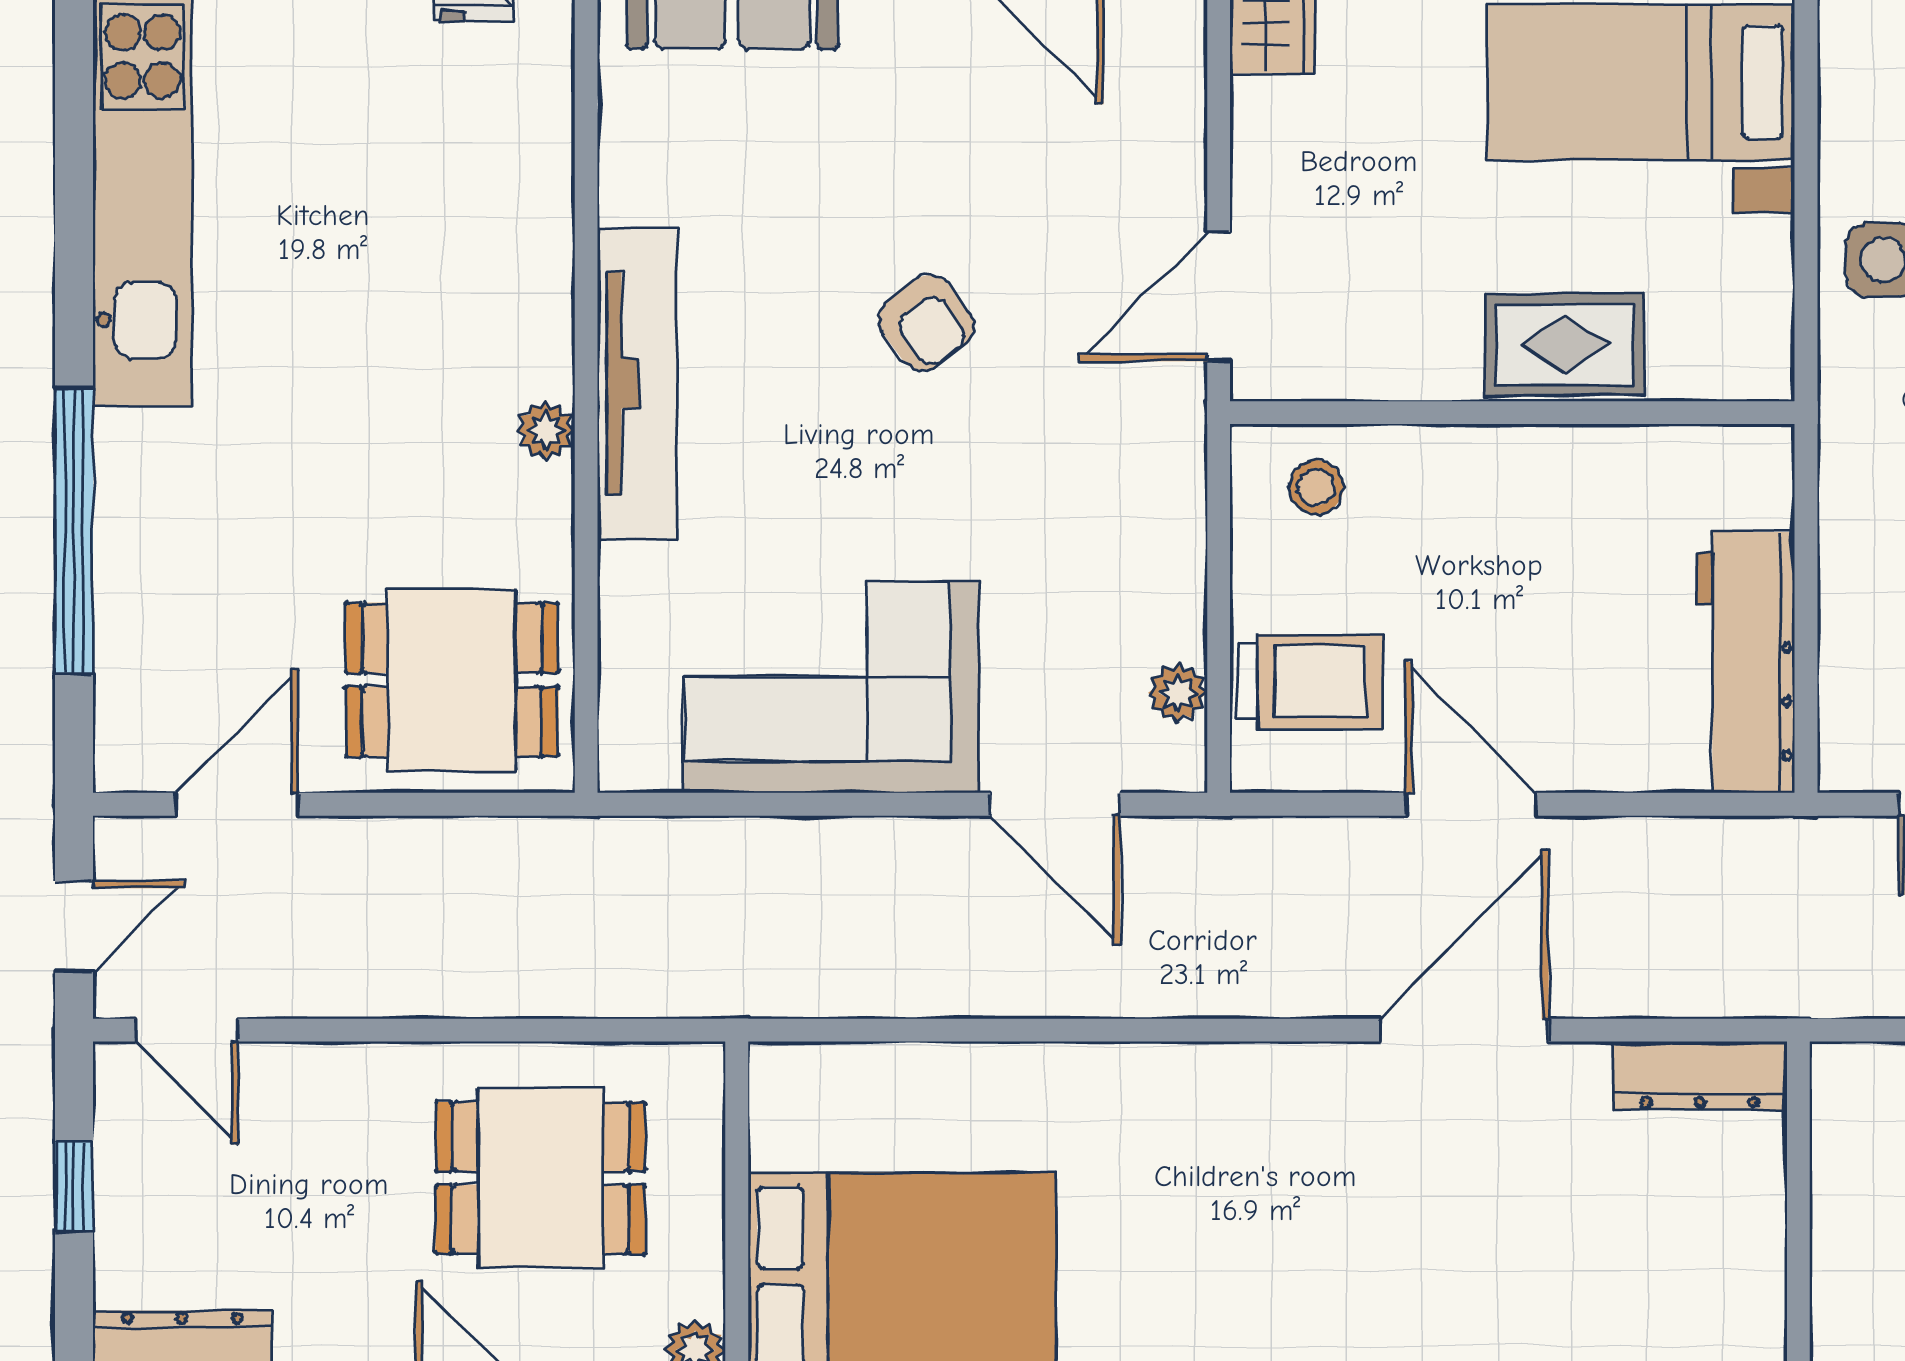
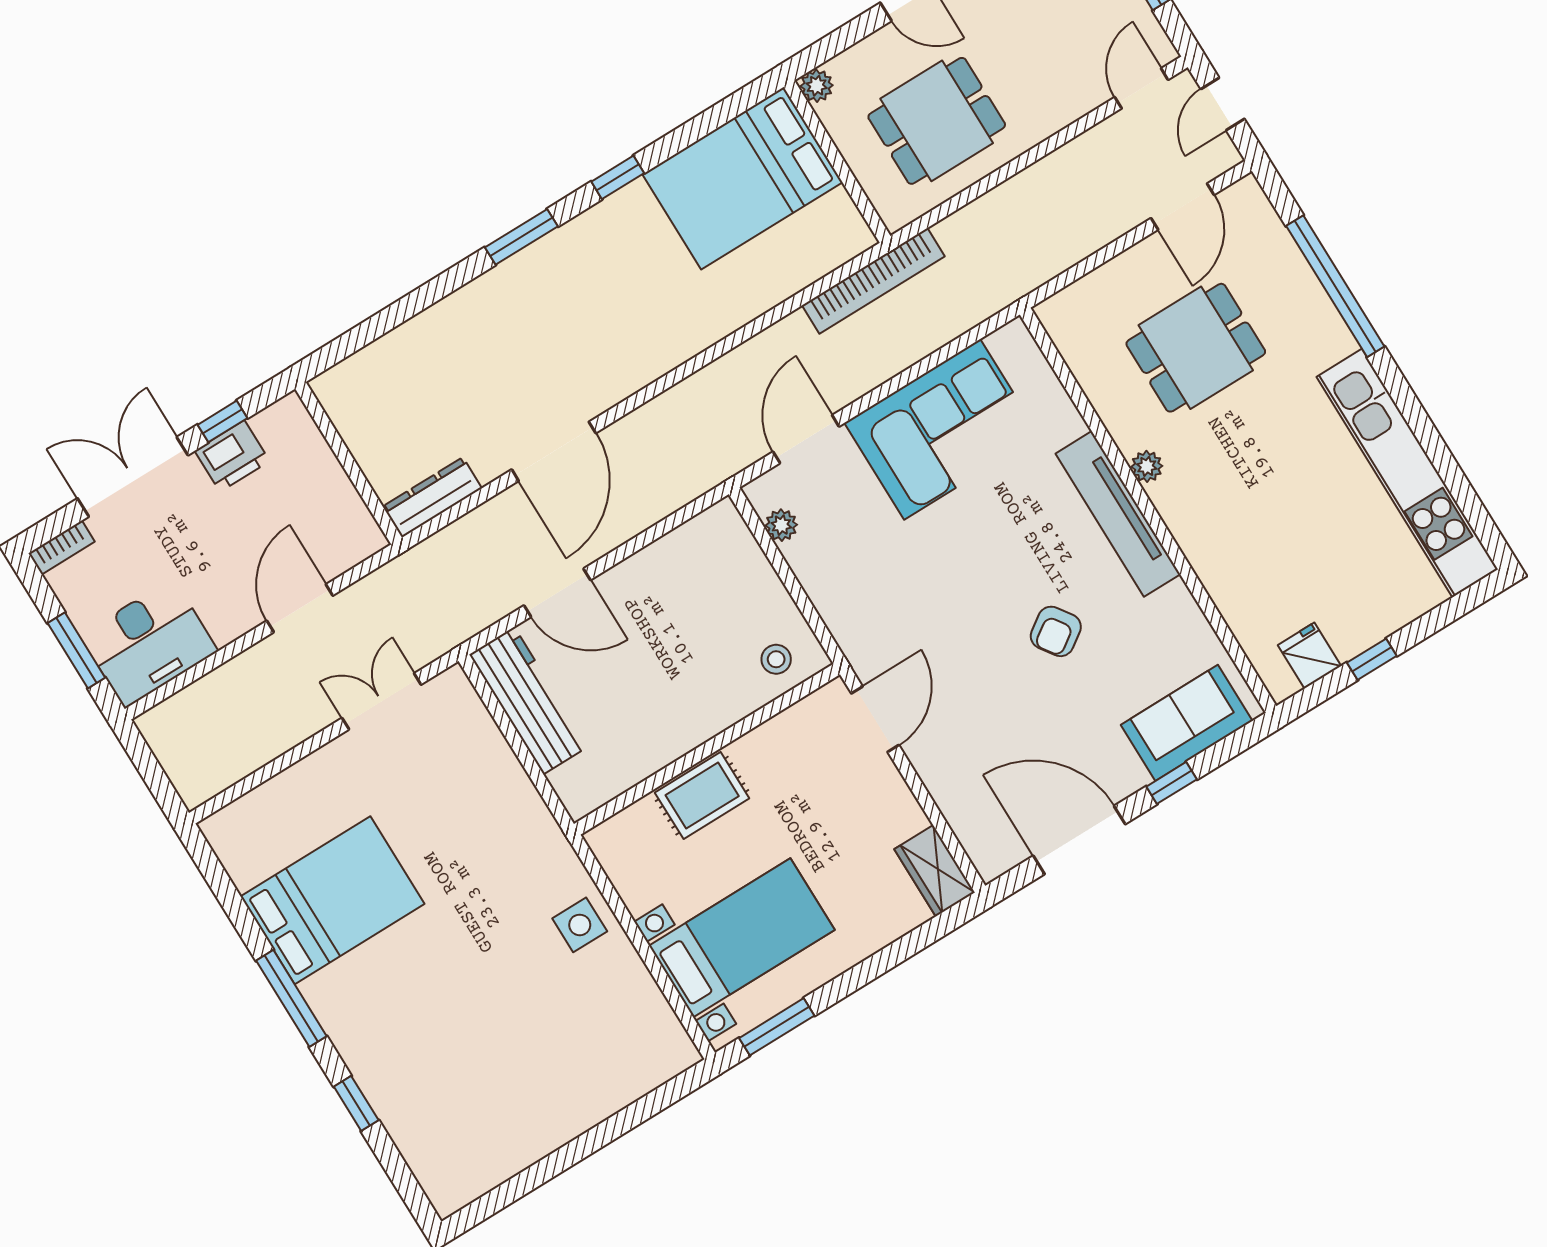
armchair: (926, 323) -> (1056, 631), moved, turned -88
dining table: (452, 680) -> (1196, 348), moved
trolley: (1310, 681) -> (724, 568), removed
door: (1055, 804) -> (806, 439), hinge flipped
door: (1471, 804) -> (557, 593), moved
bookcase: (795, 988) -> (873, 281), added
door: (187, 1030) -> (1141, 88), hinge flipped

